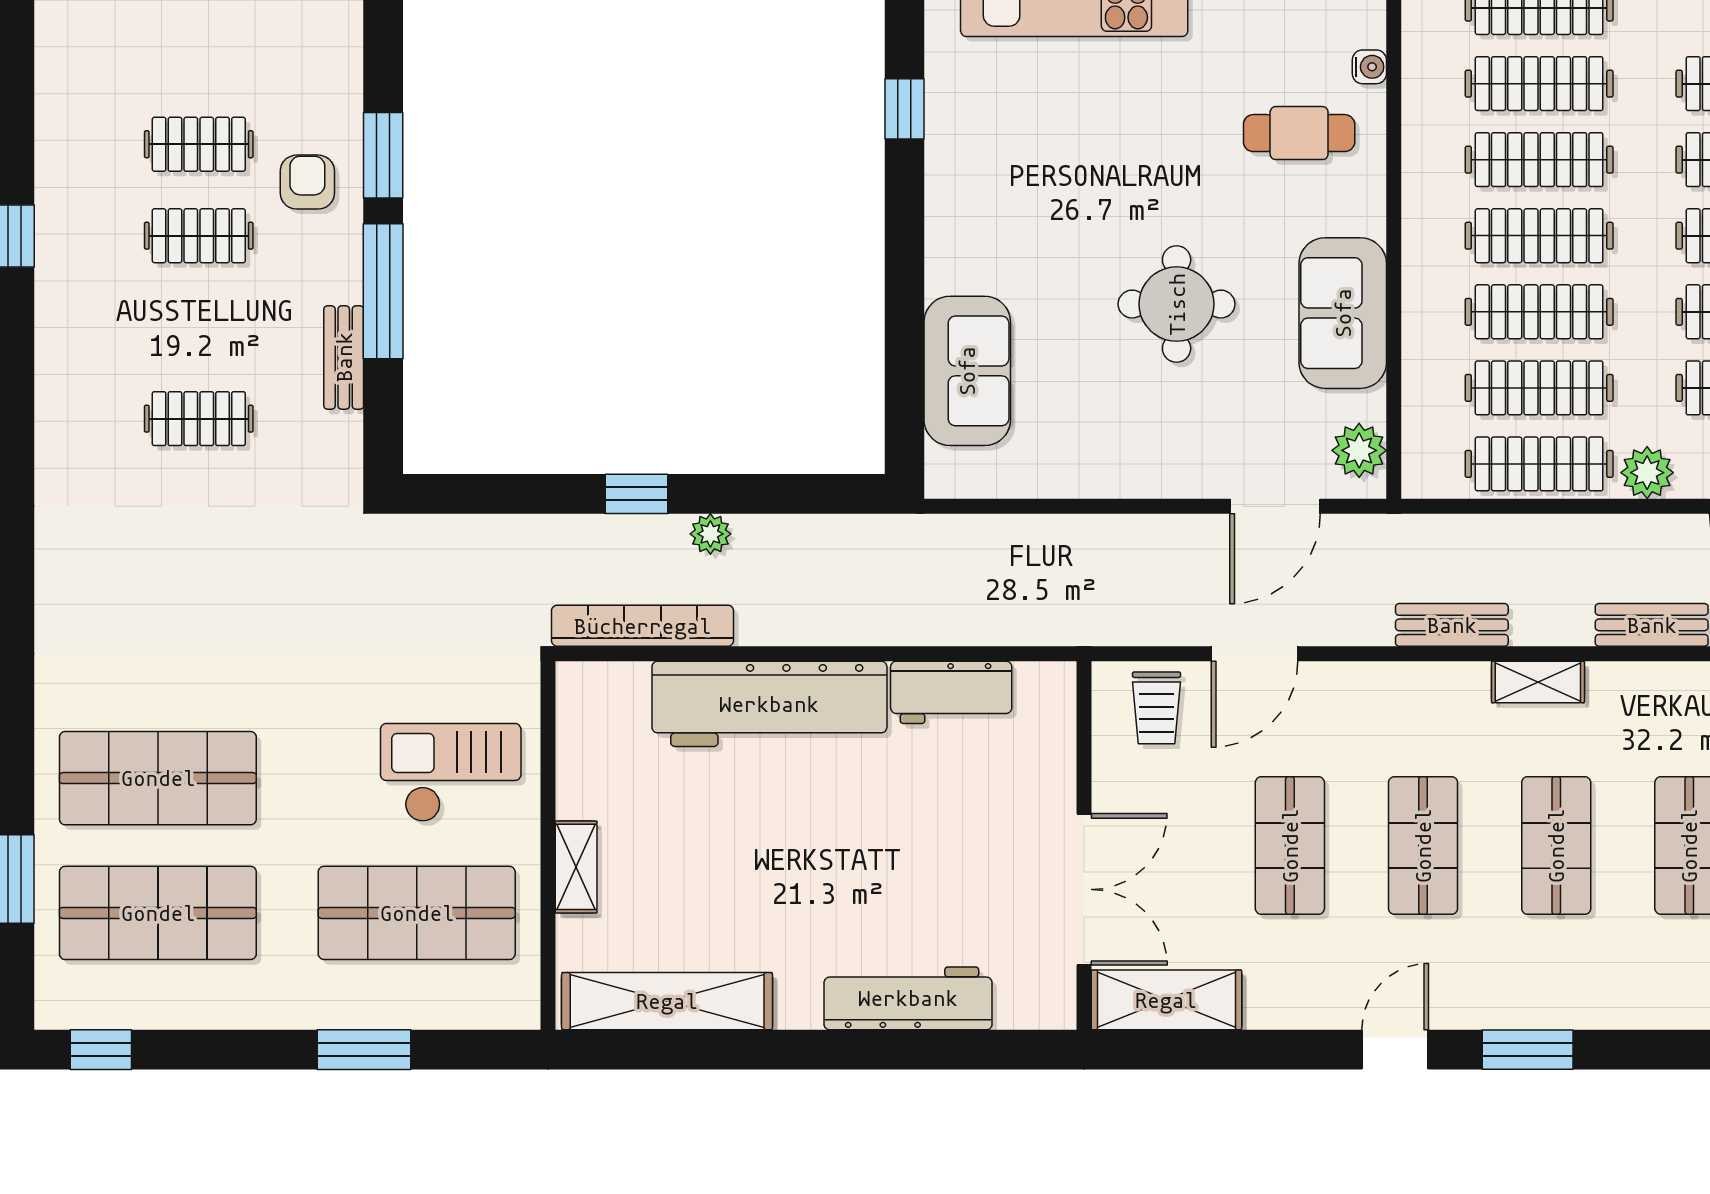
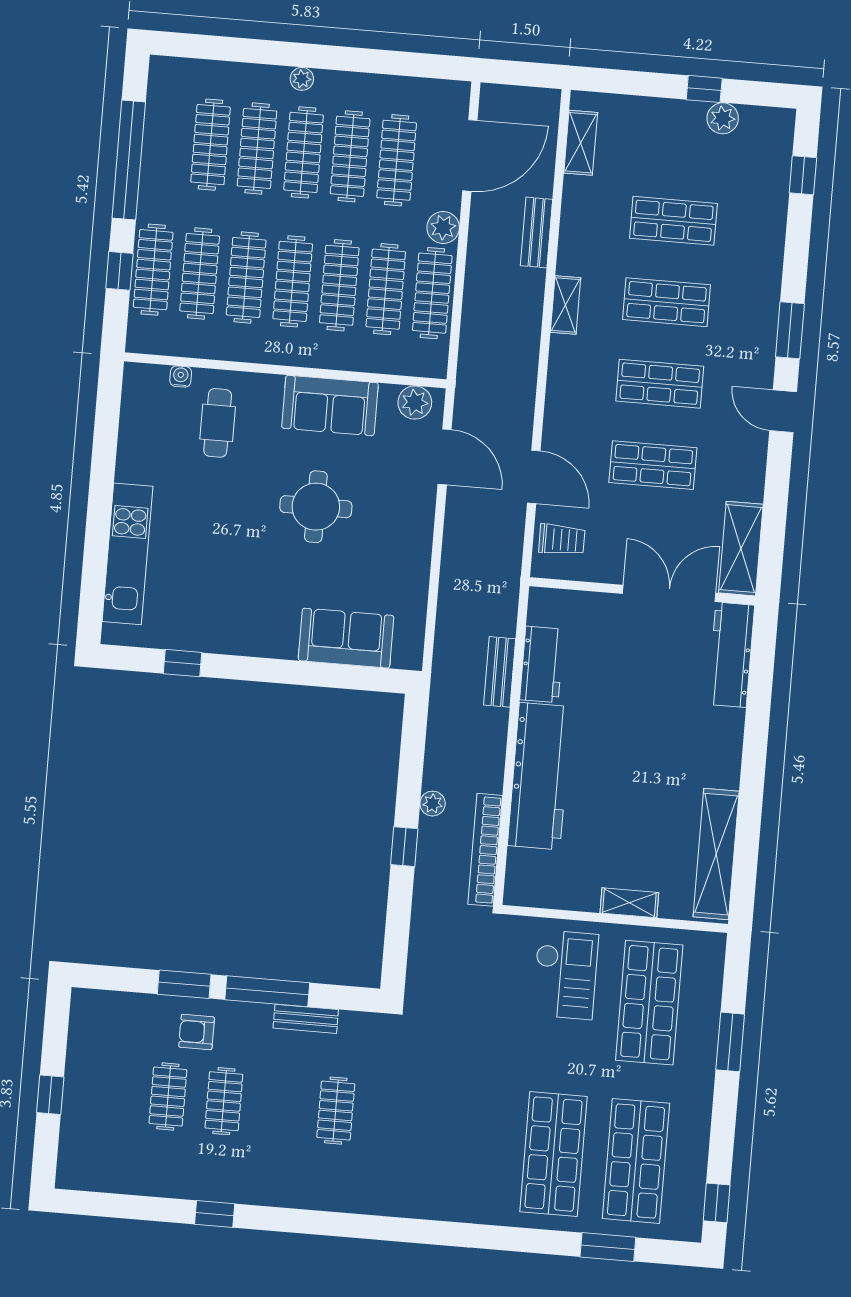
bench: (1452, 625) -> (500, 672), moved
checkout: (451, 773) -> (565, 975), turned 180
workbench: (908, 998) -> (731, 655), moved

